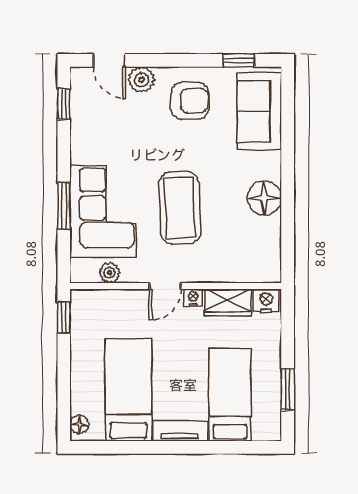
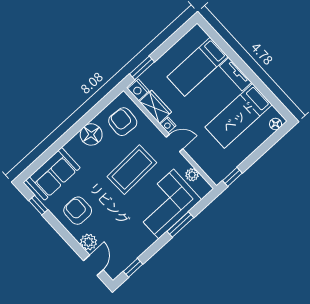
armchair: (246, 249) -> (123, 122), added
window: (288, 389) -> (142, 68), moved

